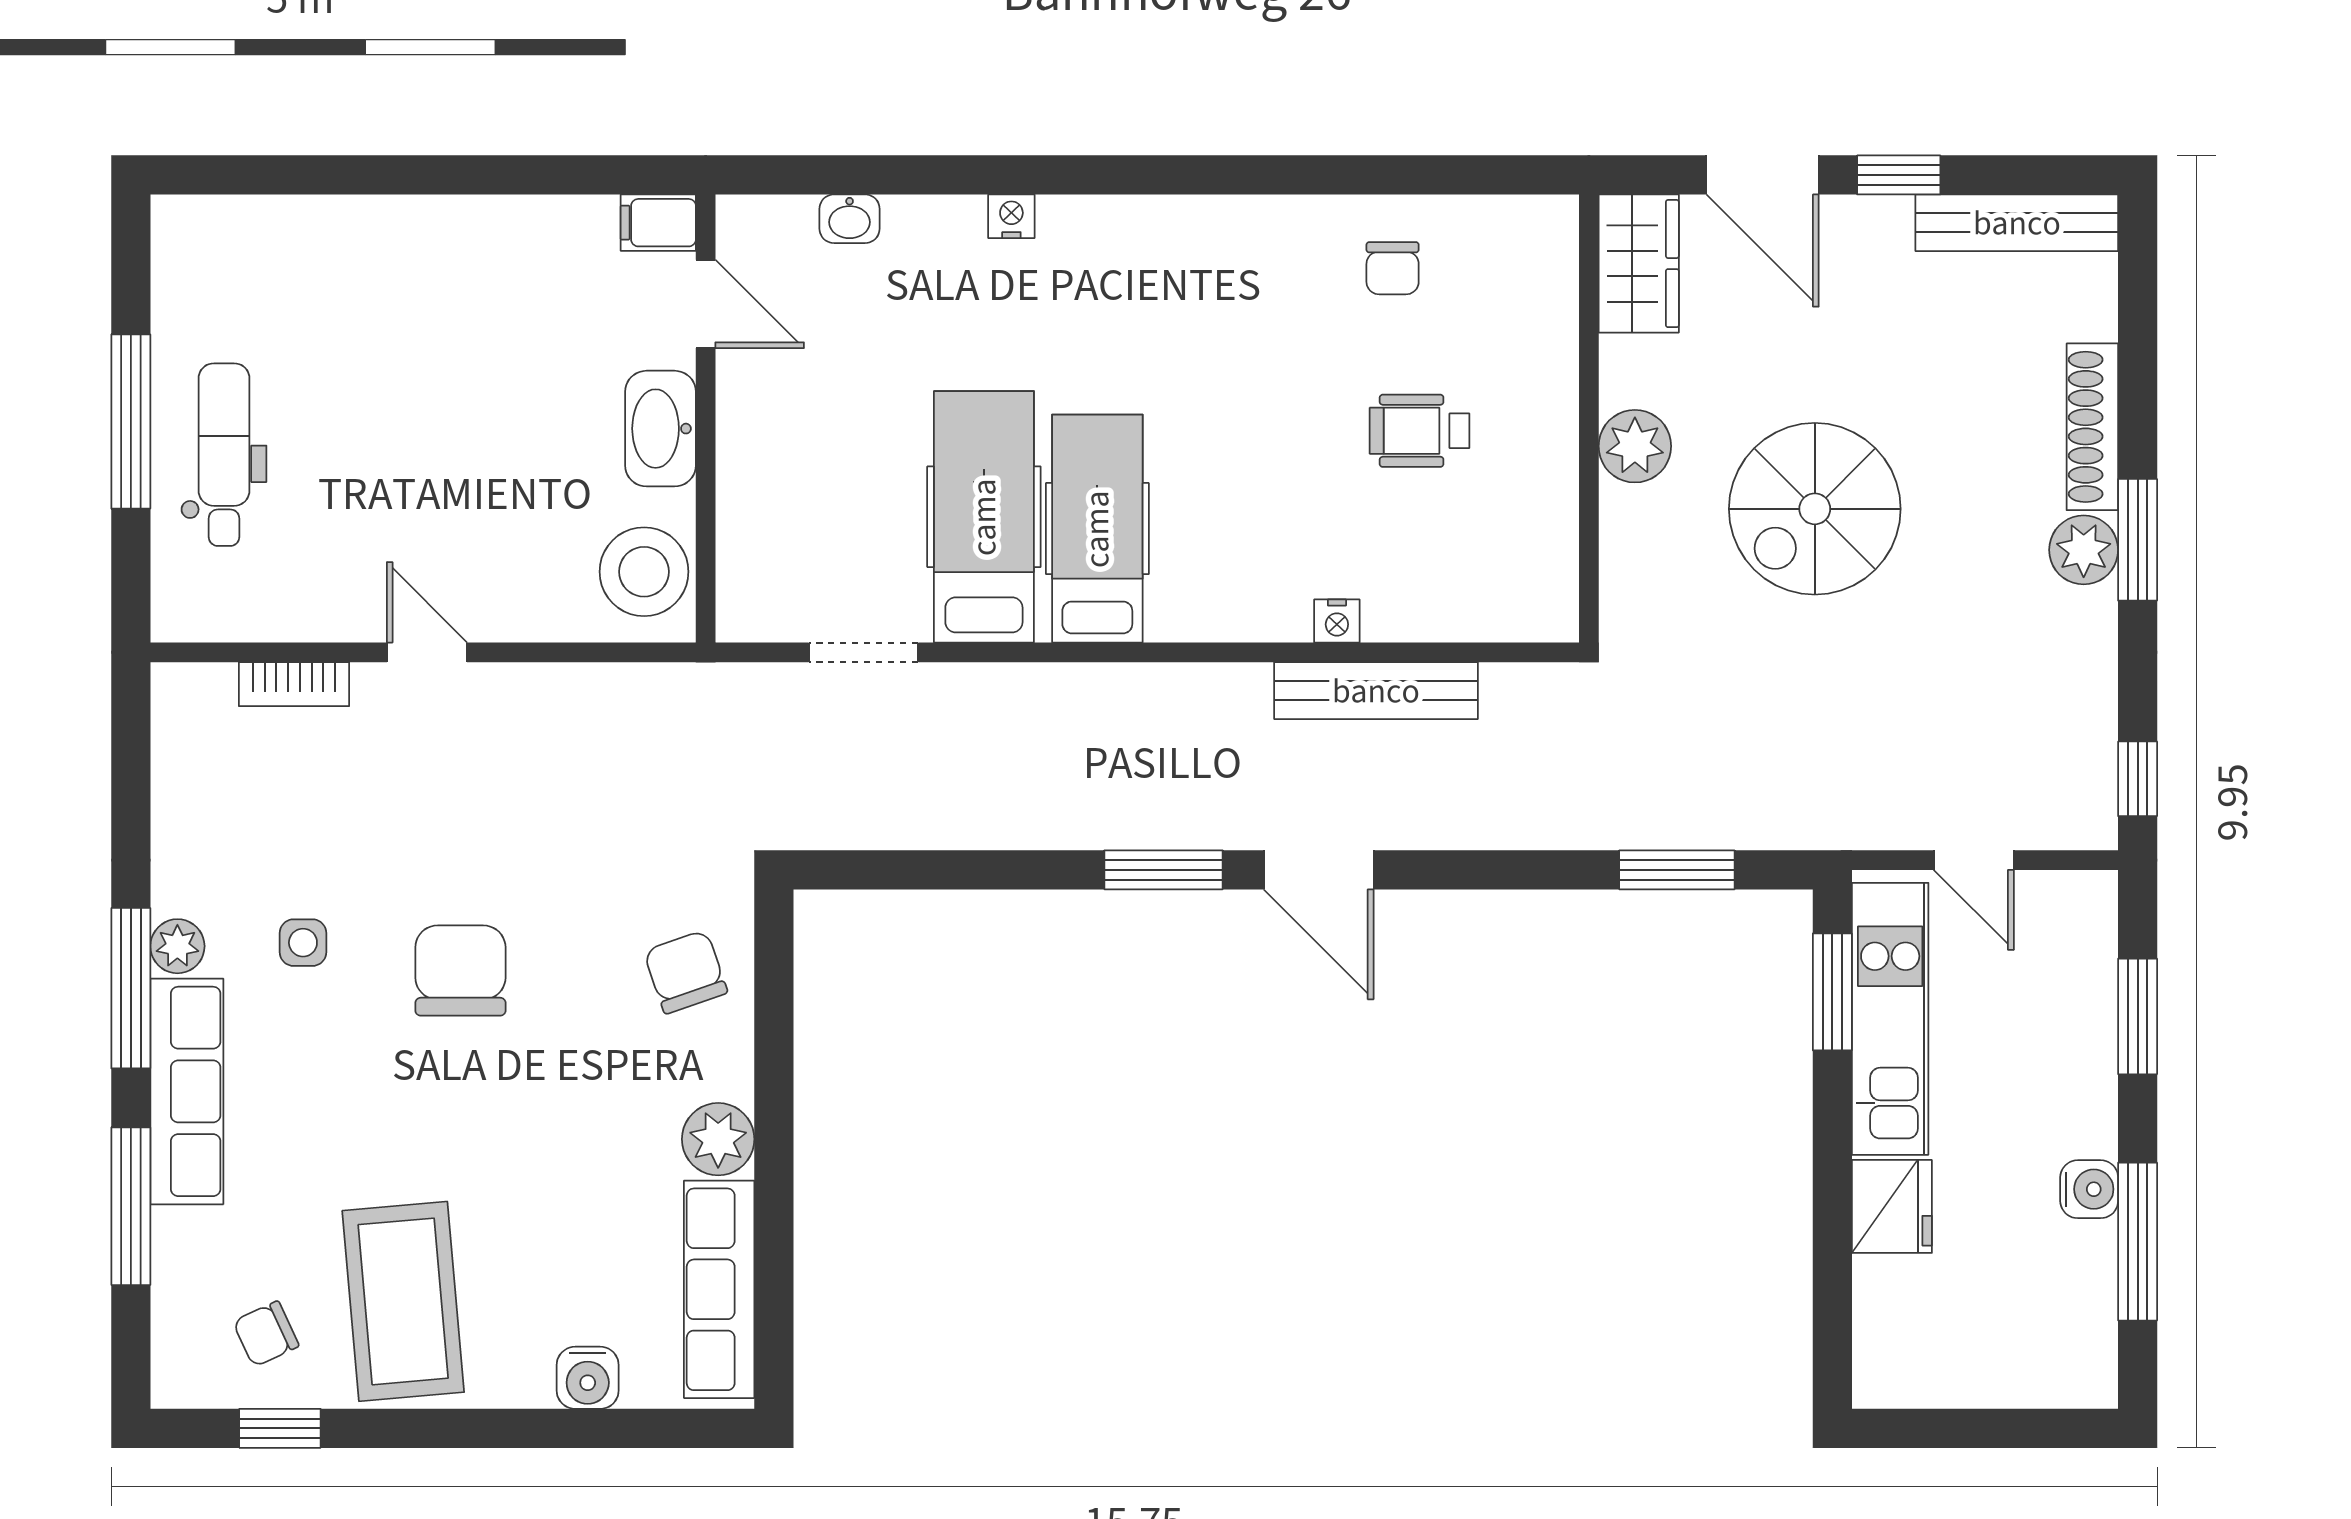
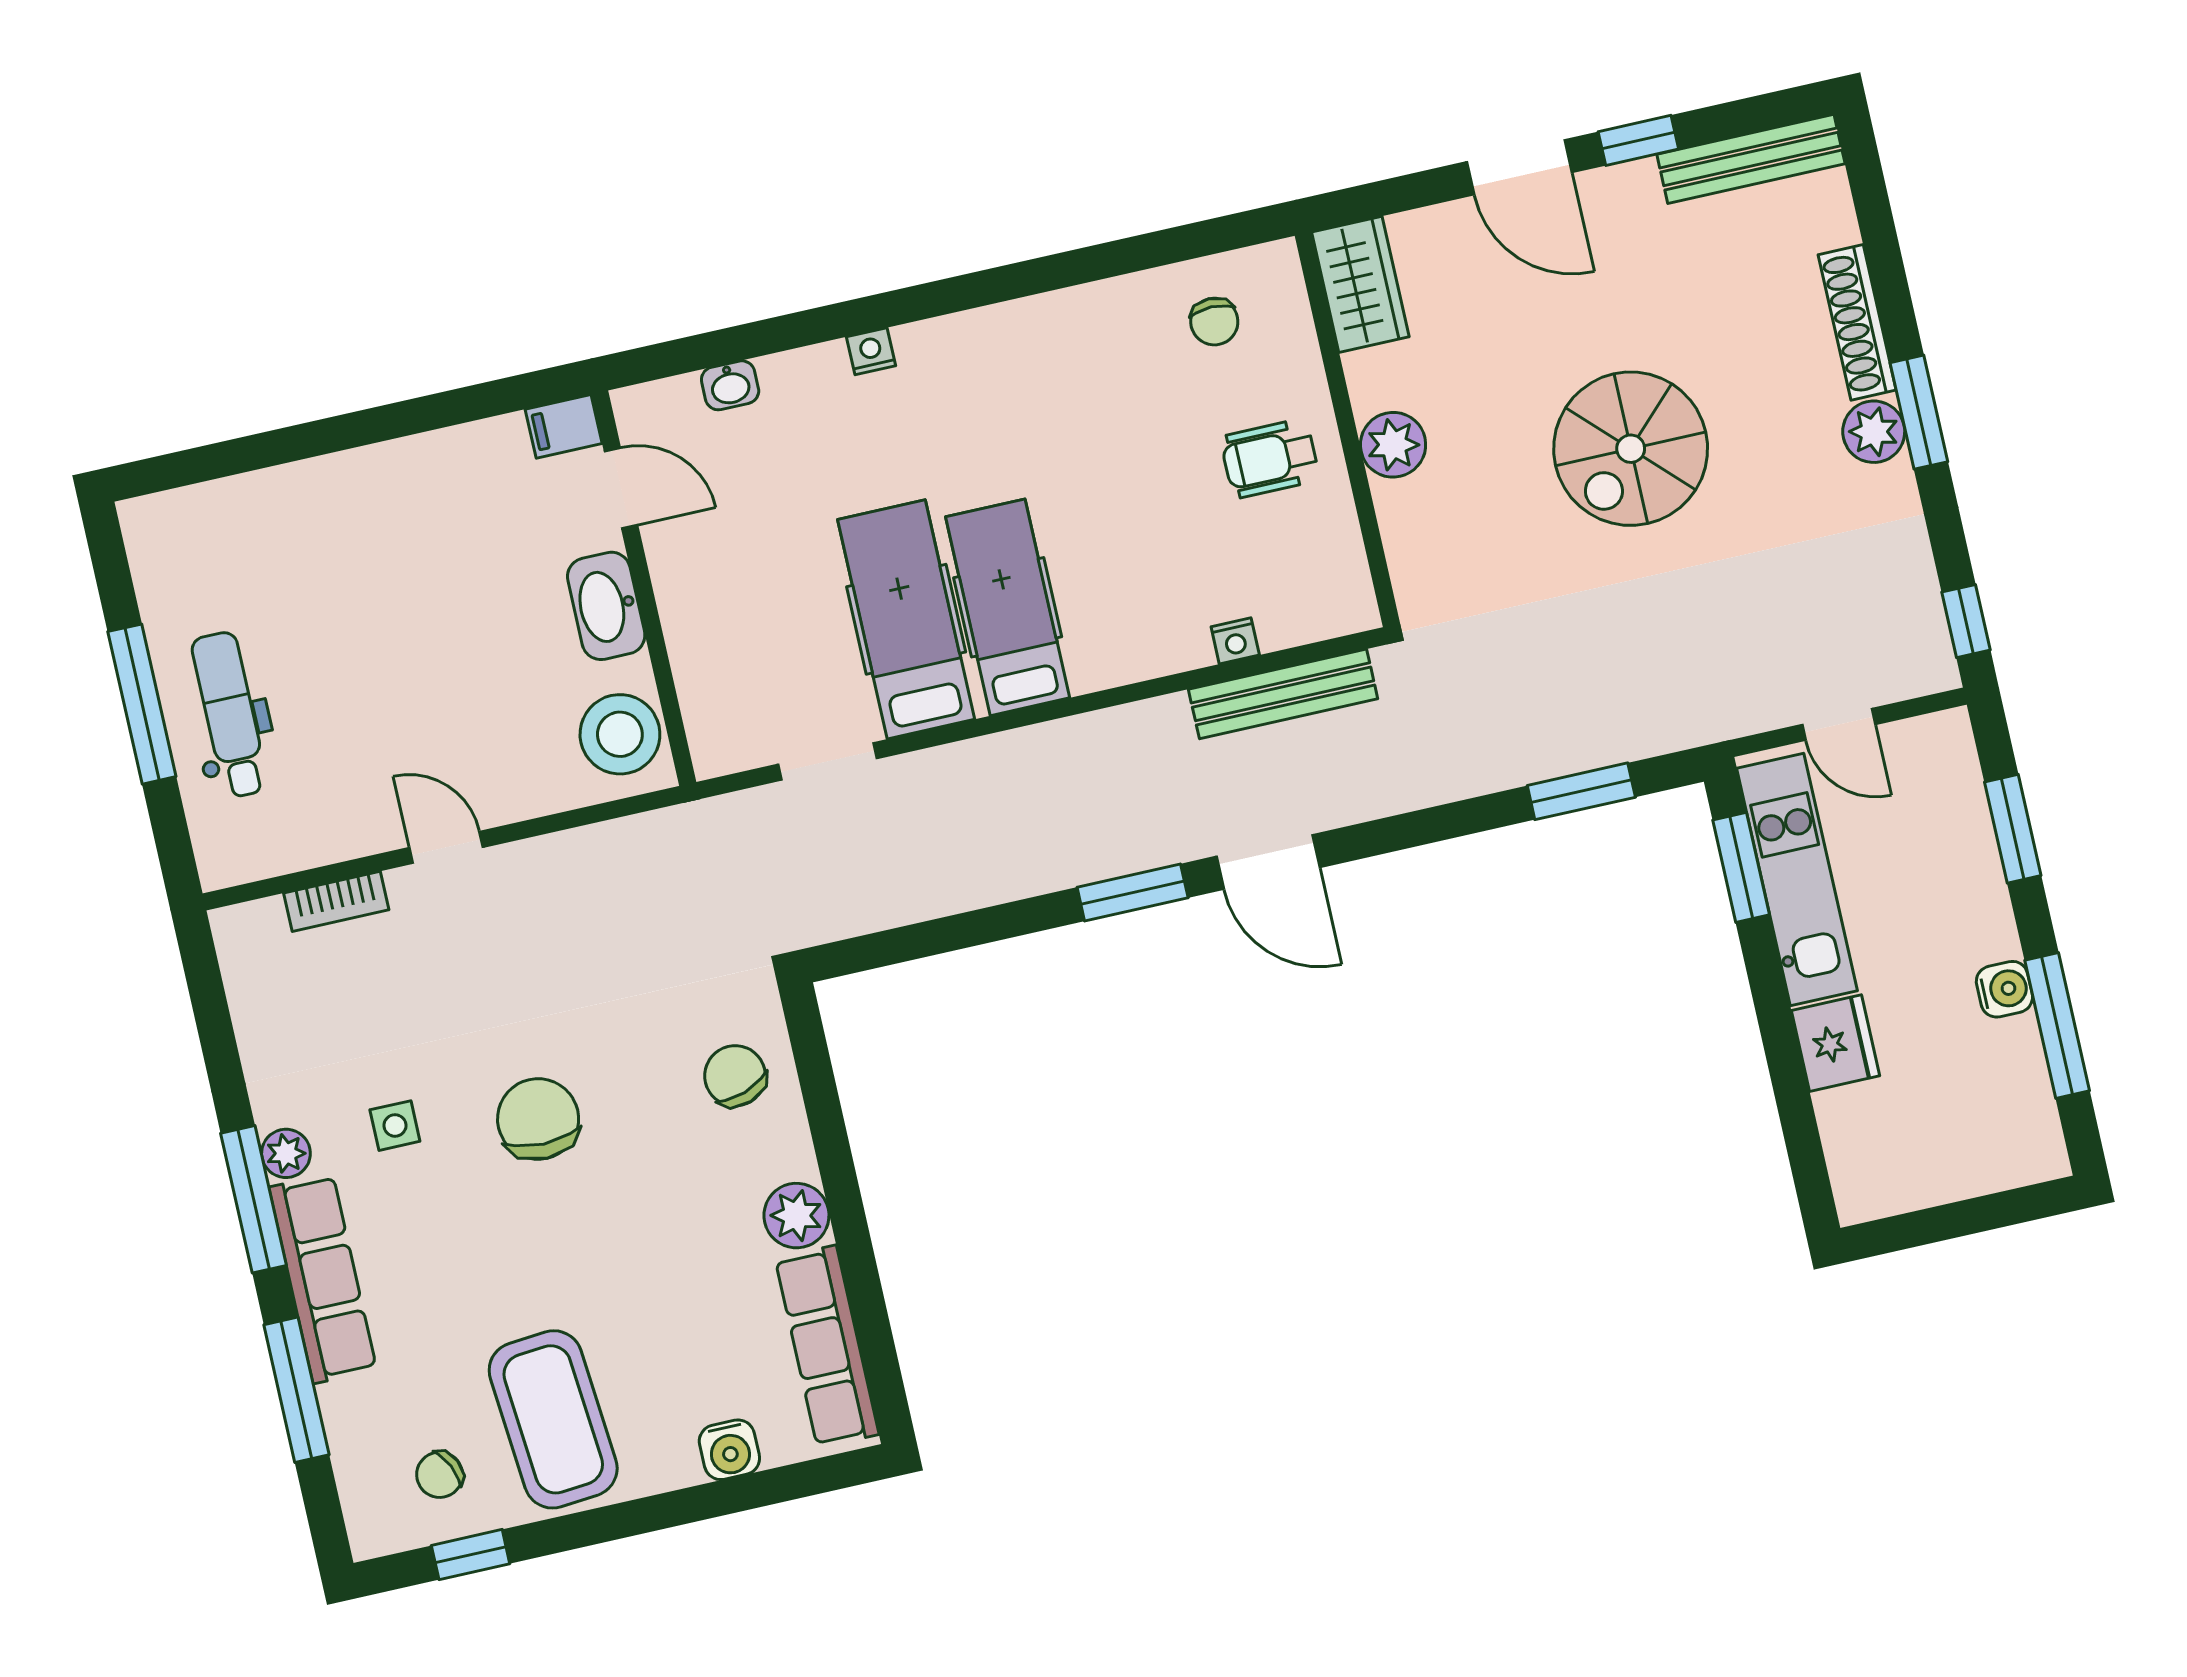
wardrobe: (1639, 264) -> (1360, 284), moved
wall: (1589, 418) -> (1347, 430), moved
plant: (1635, 446) -> (1393, 445), moved

